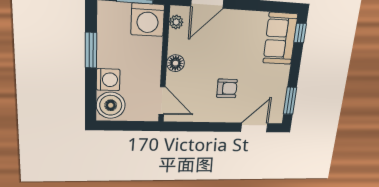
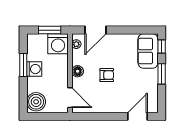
washing machine: (108, 80) -> (34, 69), moved
armchair: (227, 88) -> (107, 75), moved
window: (290, 101) -> (162, 74), moved

